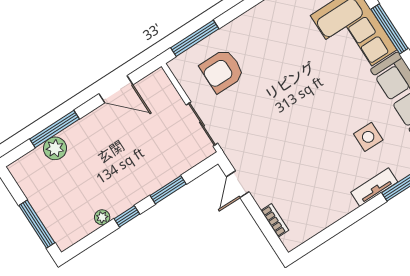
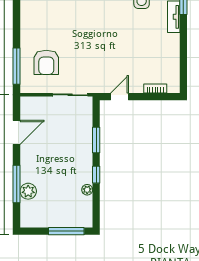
door: (238, 184) -> (120, 97), swing flipped

